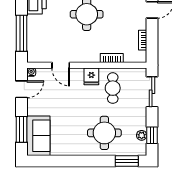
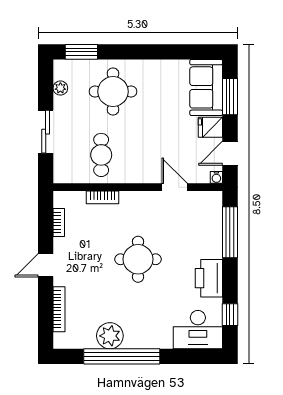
fridge: (91, 76) -> (210, 127), moved, turned -90
sliding door: (152, 92) -> (46, 132), moved
window: (152, 135) -> (46, 88), removed

